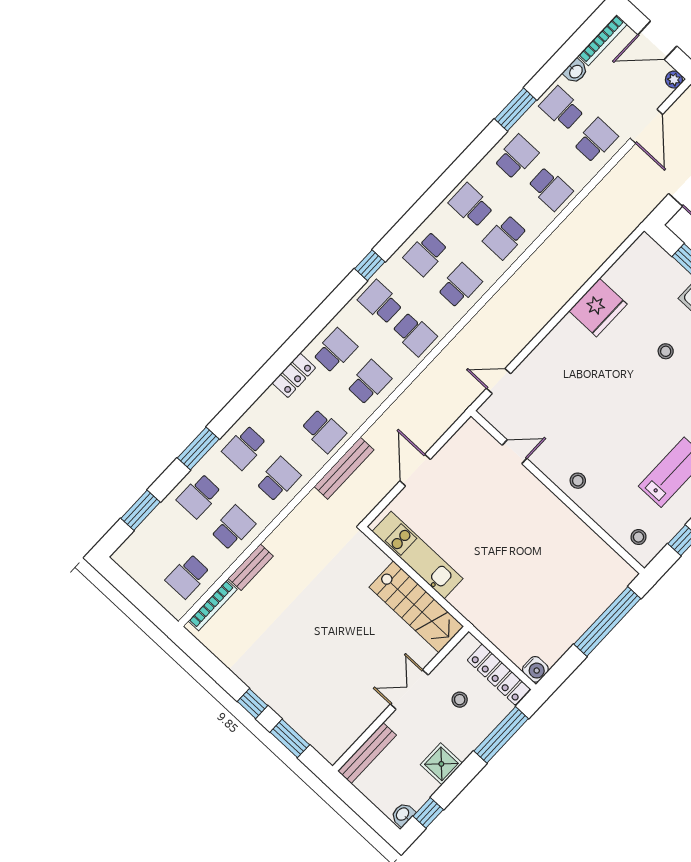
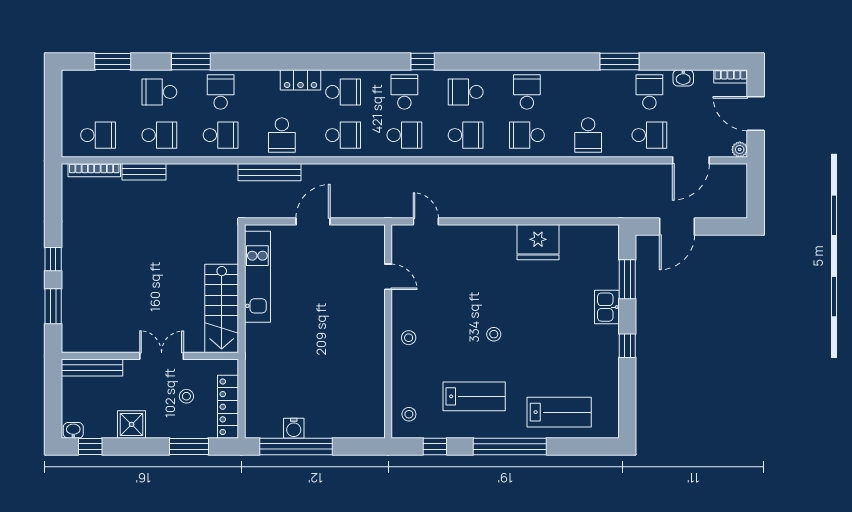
bookcase: (603, 40) -> (731, 76), width x0.64
school desk: (516, 157) -> (588, 92), removed
school desk: (414, 334) -> (404, 135), turned -90
stool: (666, 351) -> (494, 334), moved
school desk: (244, 447) -> (221, 92), turned 90
school desk: (188, 576) -> (98, 135), turned 180
window: (607, 621) -> (296, 446), moved
water cooler: (535, 669) -> (294, 428), moved
window: (501, 735) -> (189, 446), width x0.69

